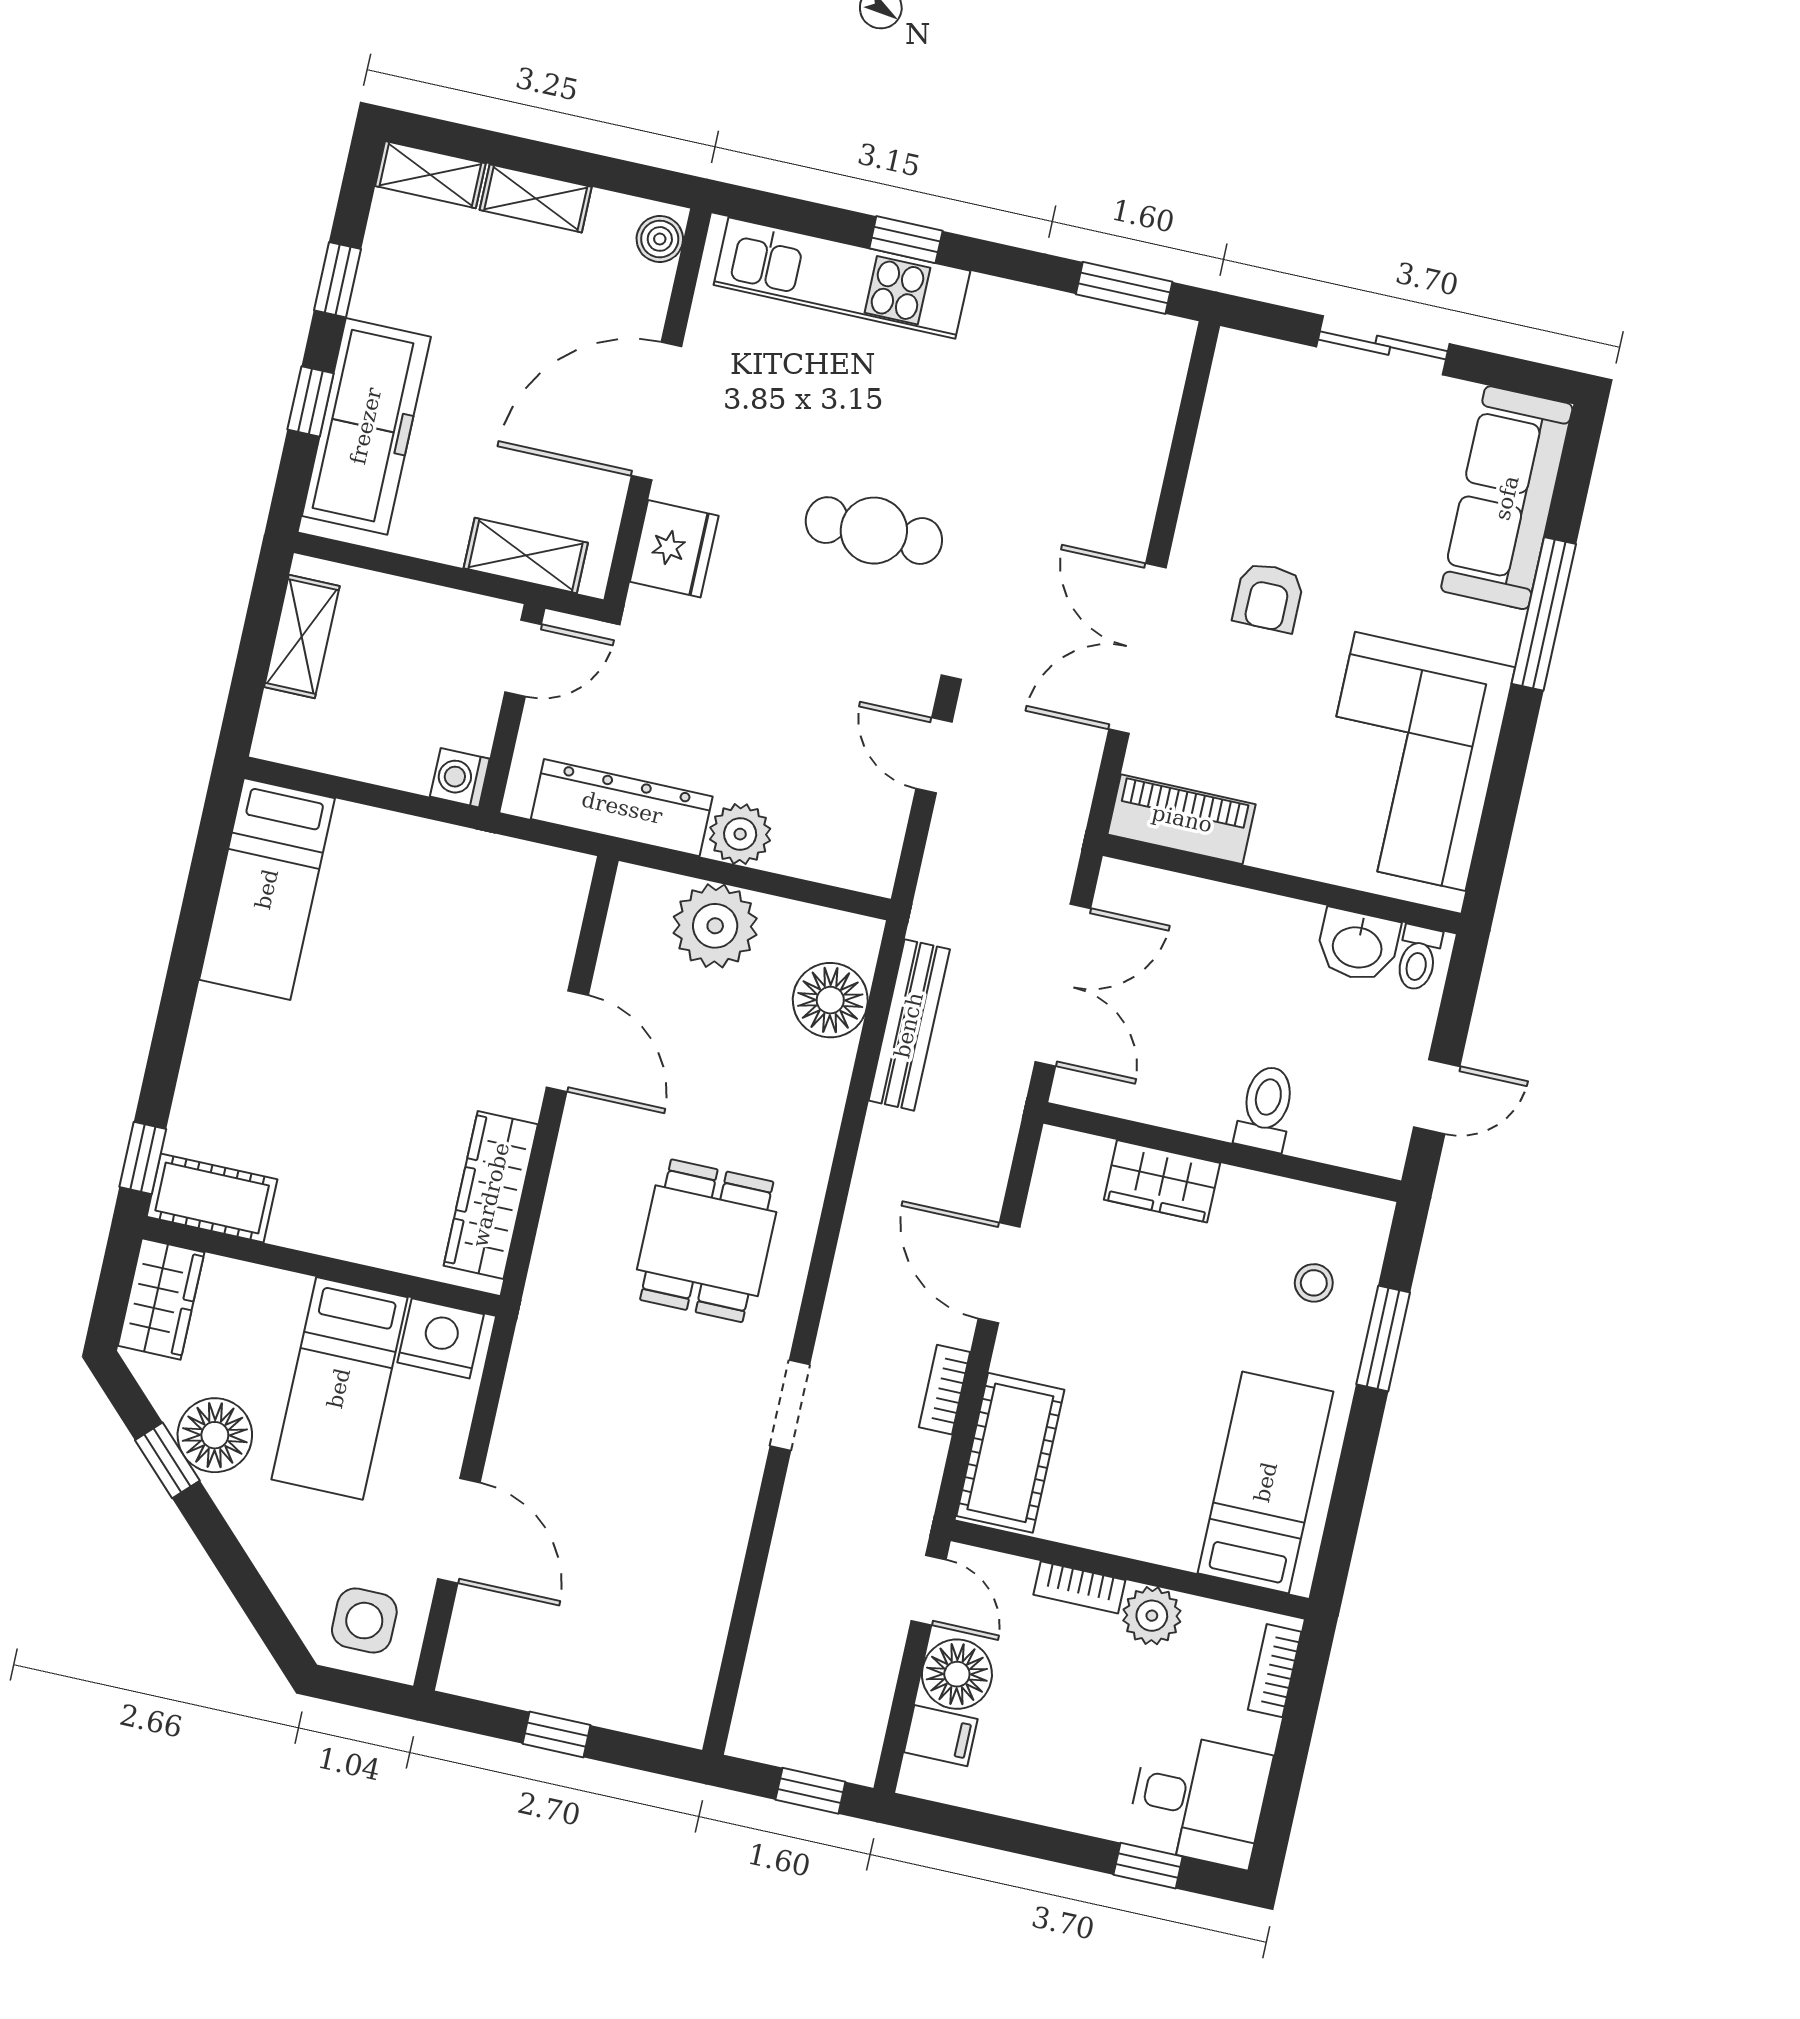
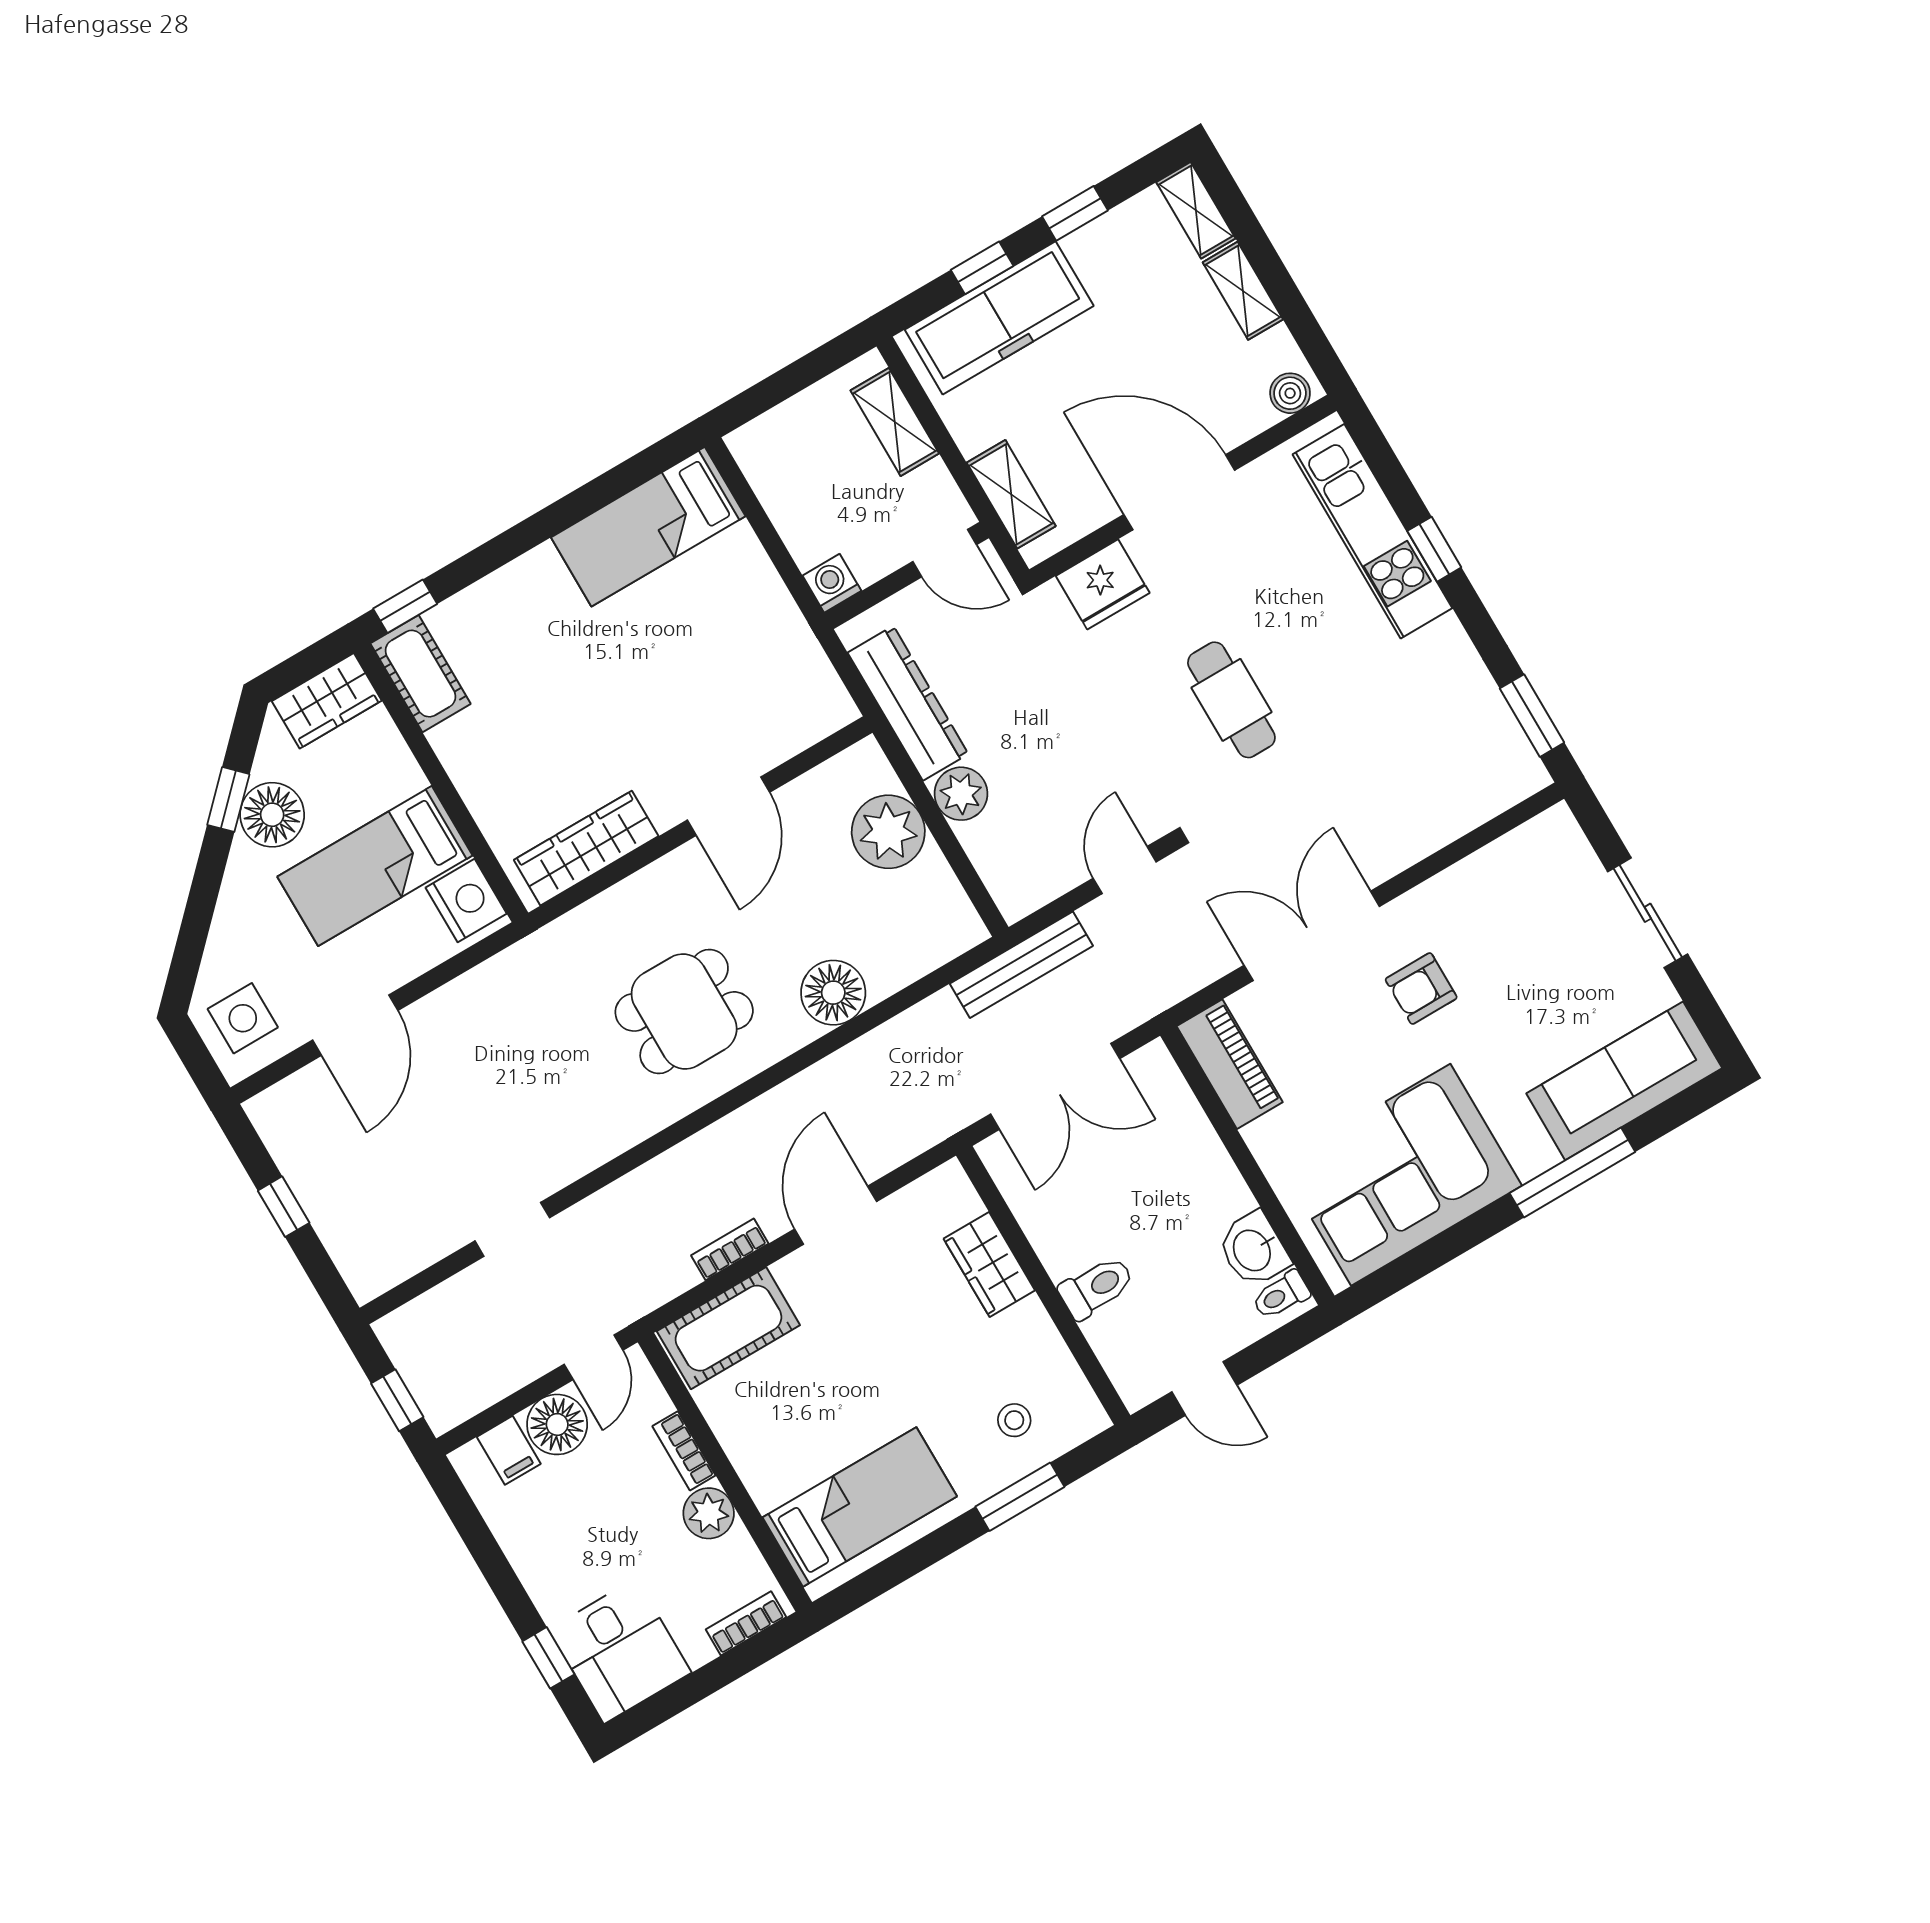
shelving: (302, 637) -> (895, 422), moved, turned 90
floor lamp: (830, 1000) -> (833, 993), moved
bench: (909, 1025) -> (1021, 965), moved
doorway: (790, 1405) -> (512, 1229), moved

